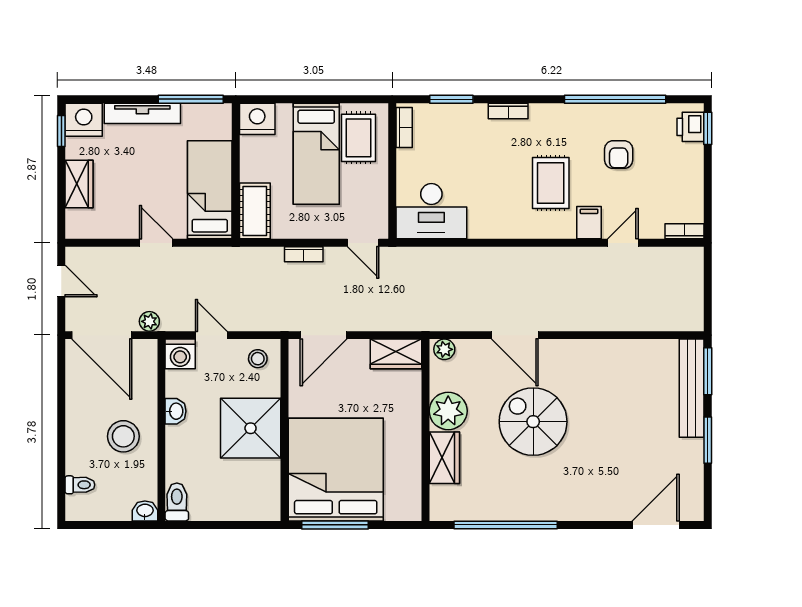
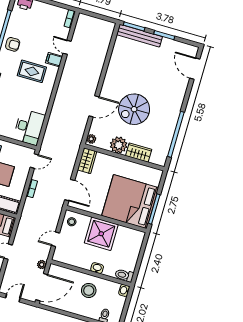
armchair: (619, 155) -> (13, 44), moved
washing machine: (180, 354) -> (60, 255), removed
washbasin: (176, 411) -> (97, 268), moved

